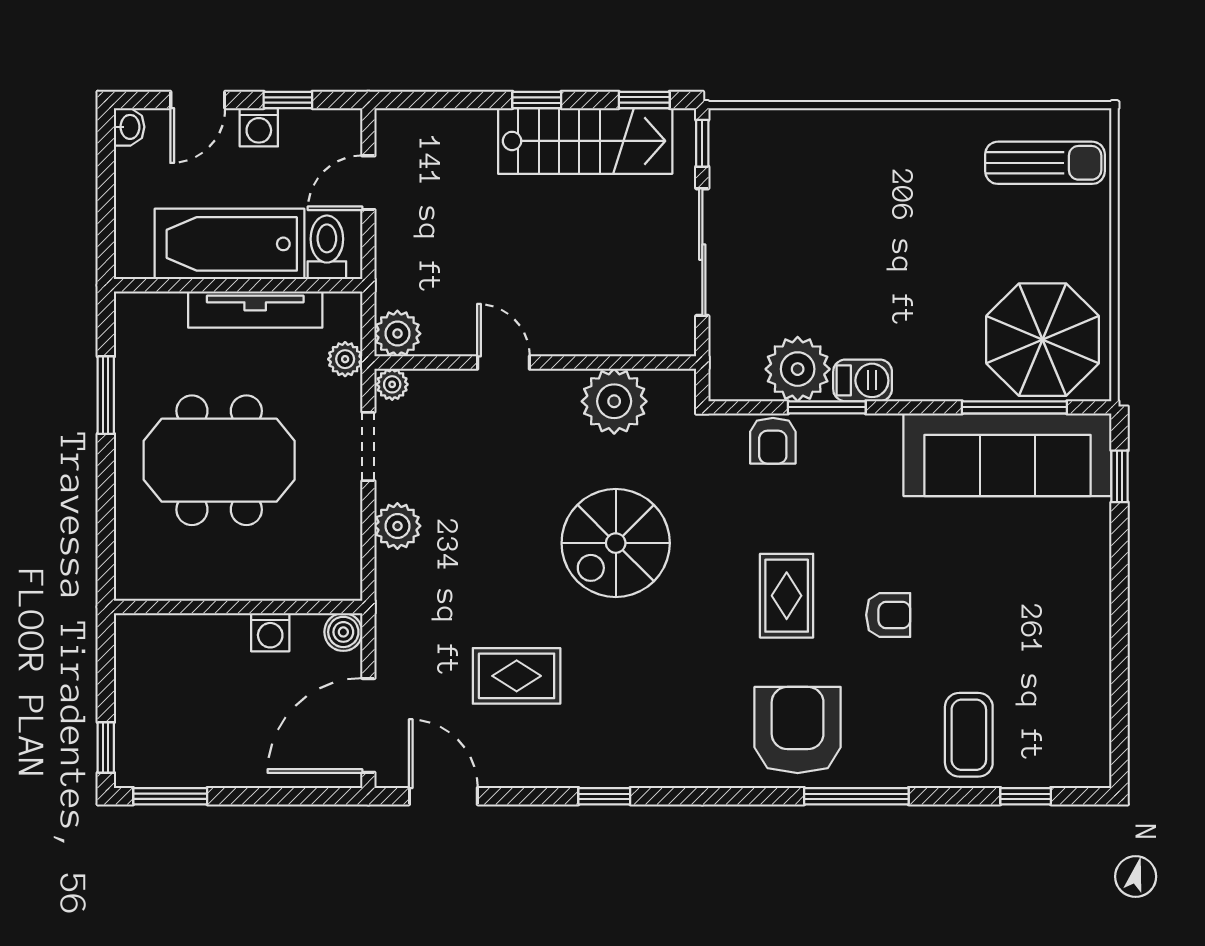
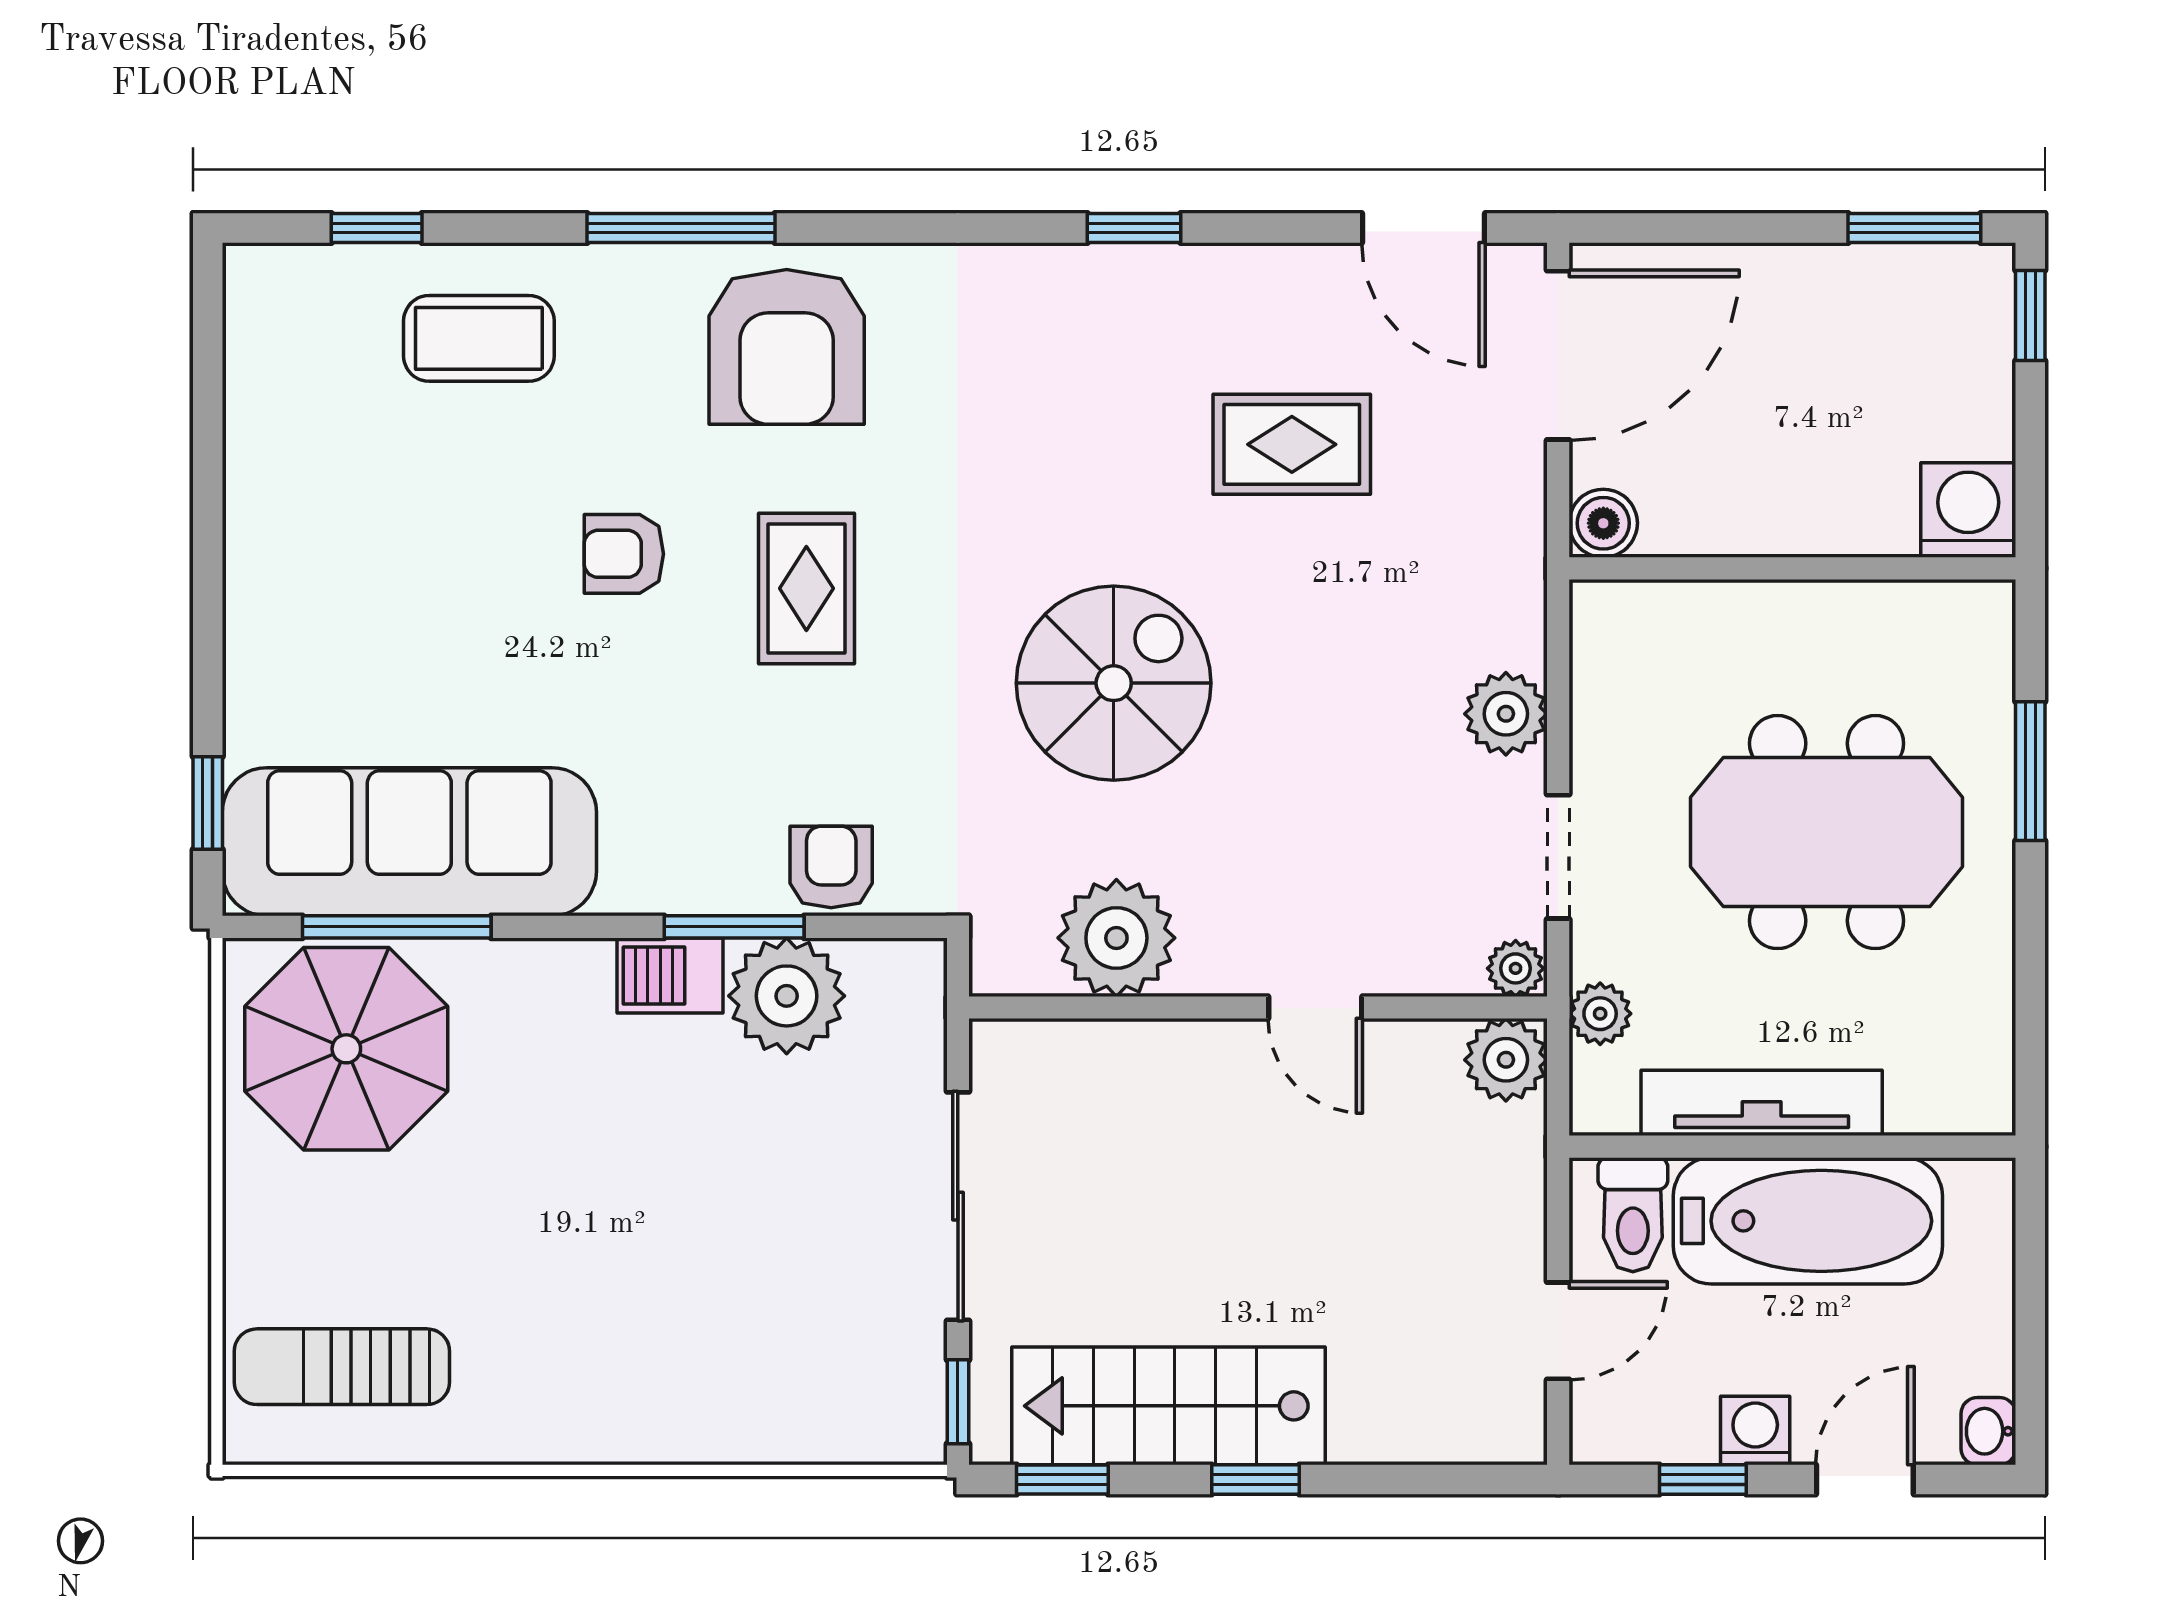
window: (106, 395) -> (2030, 771), moved
washing machine: (270, 632) -> (1968, 510), moved, width x1.38, depth x1.38
coffee table: (969, 735) -> (479, 338), turned 90

